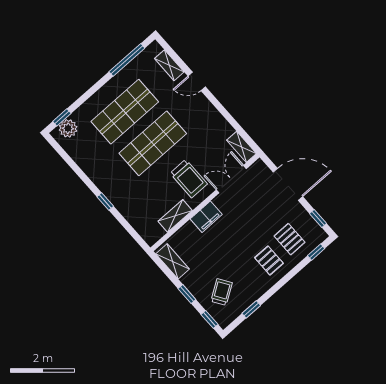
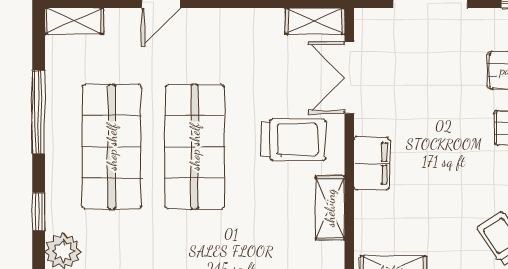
window: (127, 60) -> (39, 112), moved
shelving: (169, 65) -> (74, 21), moved
window: (62, 117) -> (39, 212), moved

